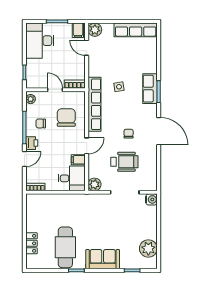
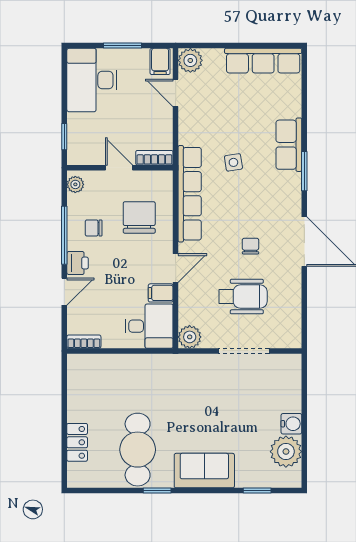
row of seats: (150, 89) -> (289, 145), moved
water cooler: (151, 199) -> (291, 424), moved

